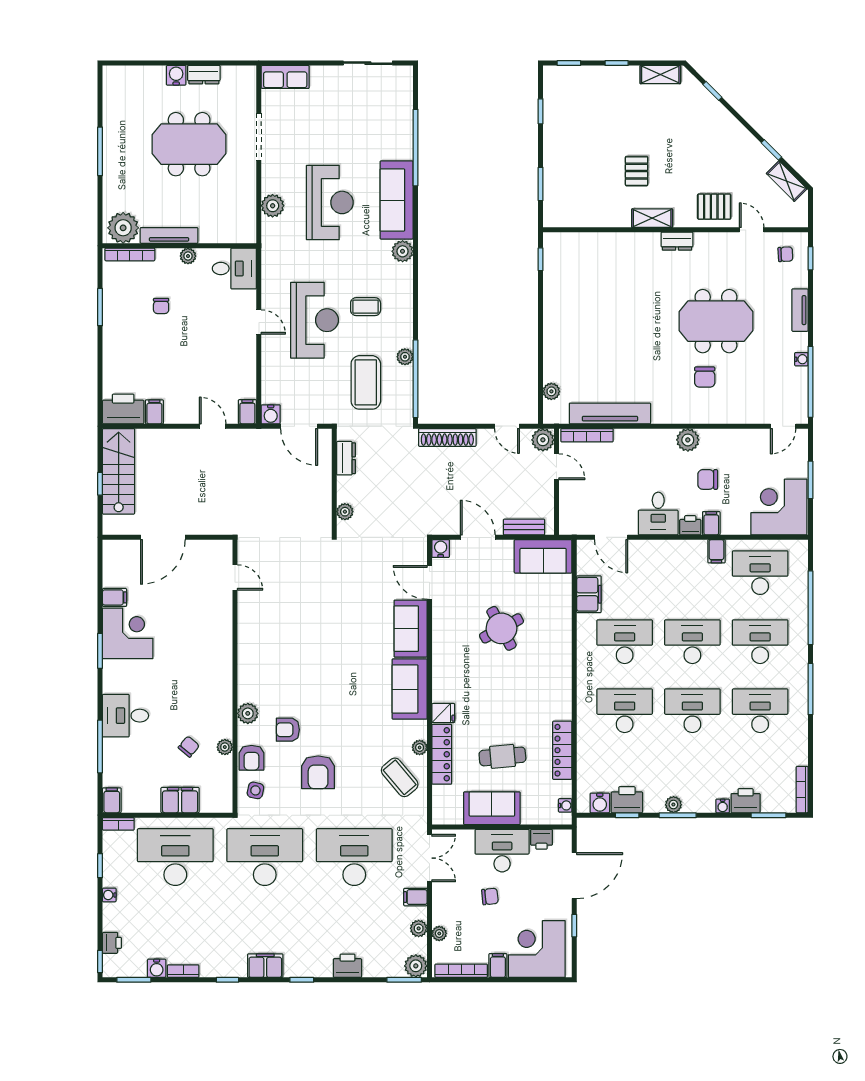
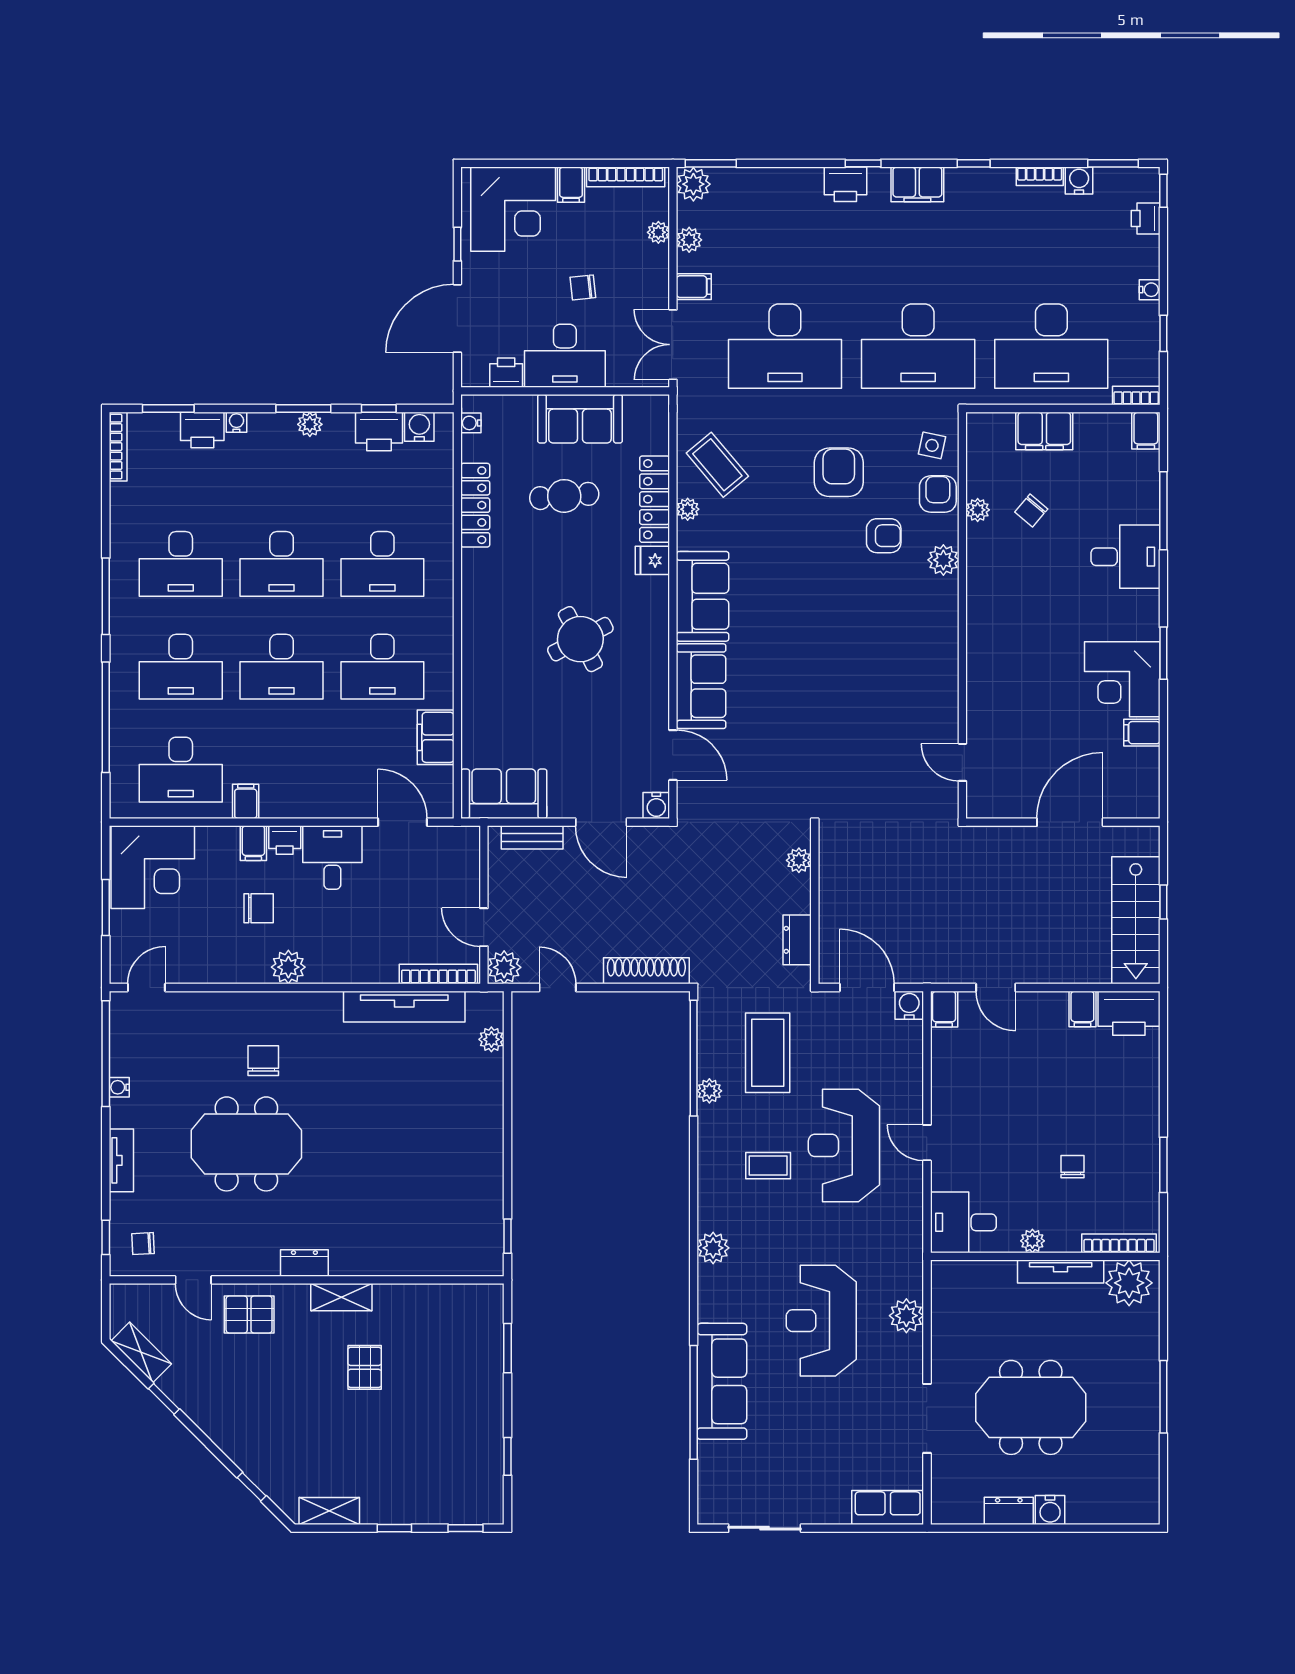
sofa: (397, 200) -> (722, 1381), moved
round table: (501, 628) -> (580, 639), moved
printer: (347, 966) -> (845, 184), moved

